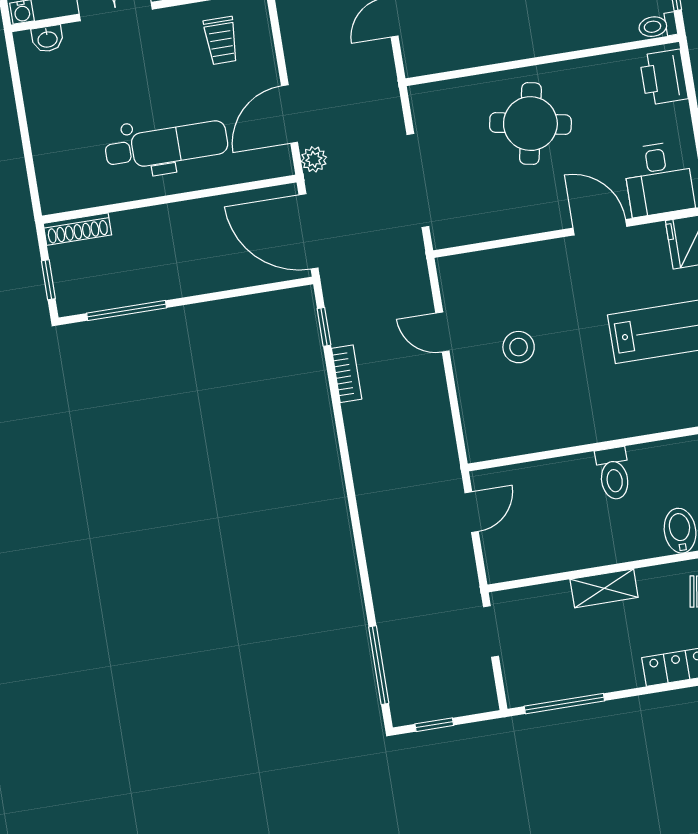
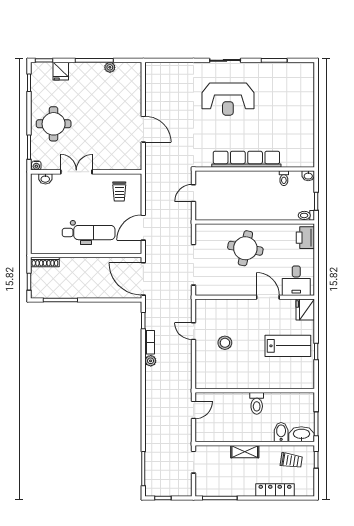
plant: (314, 159) -> (151, 361), moved

